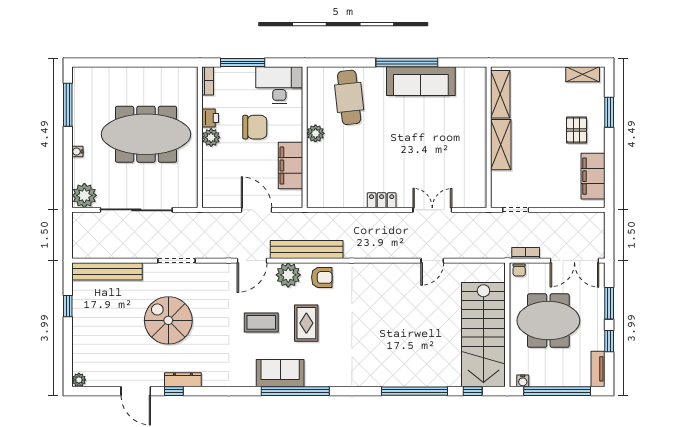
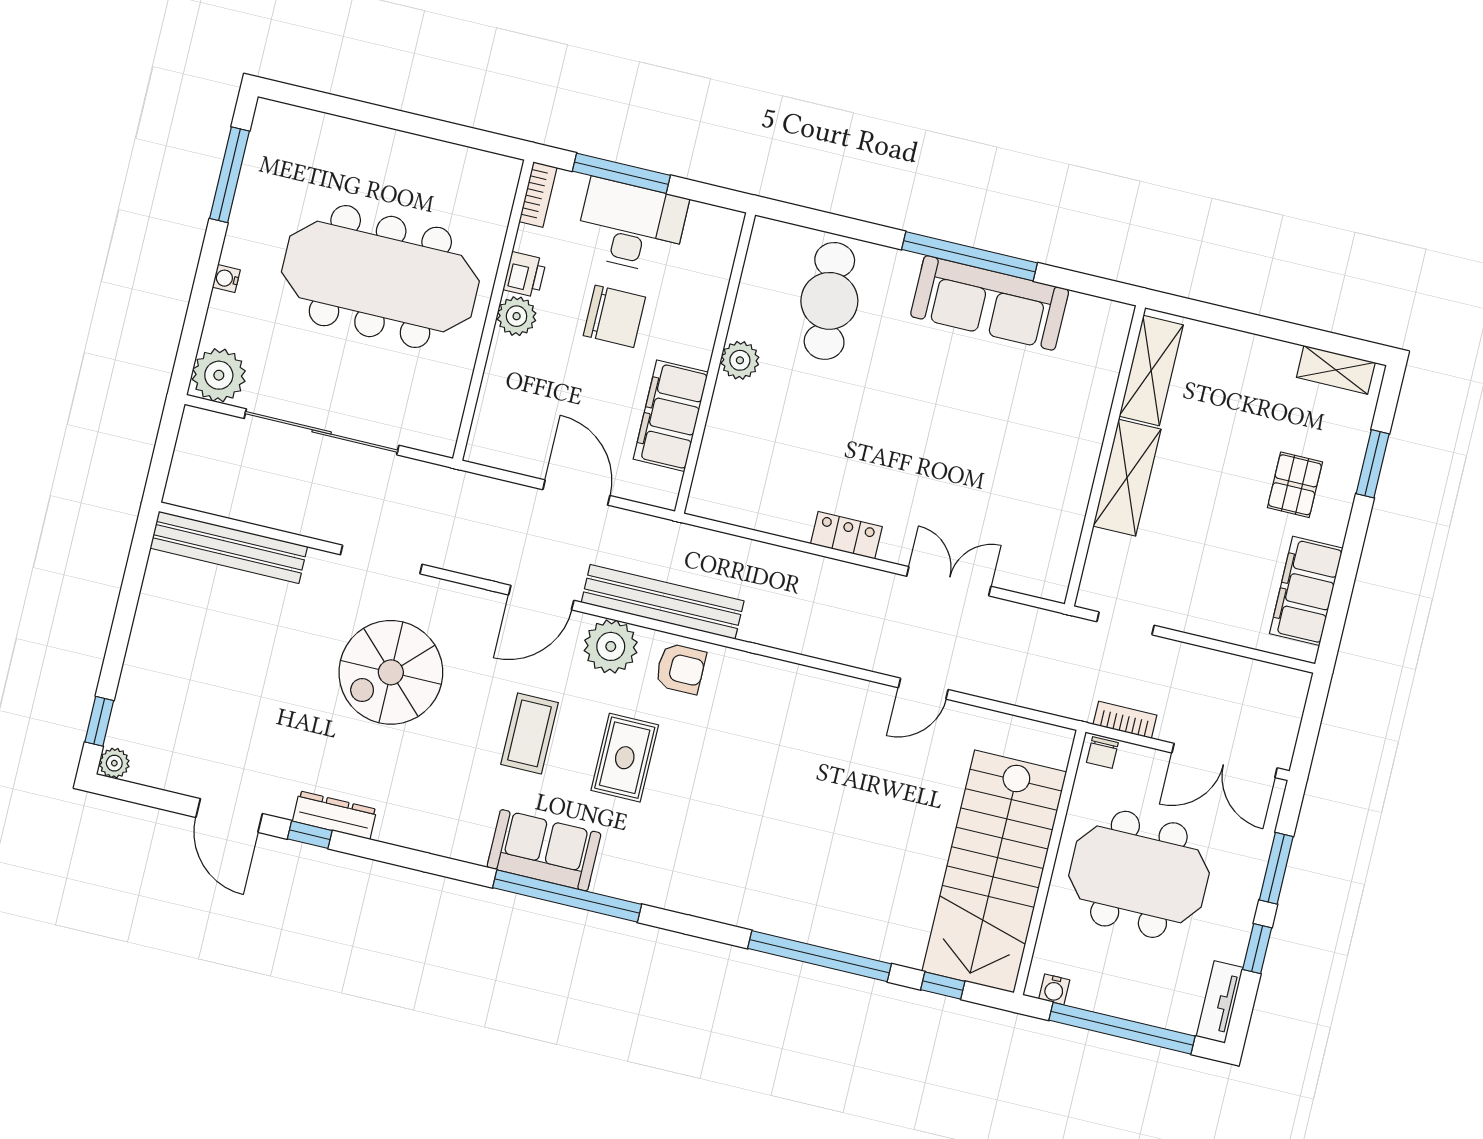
desk: (279, 85) -> (631, 226), moved
window: (68, 306) -> (99, 721), moved
spiral stairs: (168, 320) -> (391, 672), moved, turned -90
coffee table: (261, 322) -> (529, 733), turned 90

